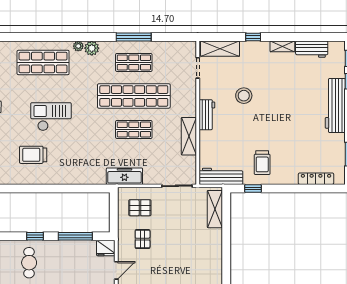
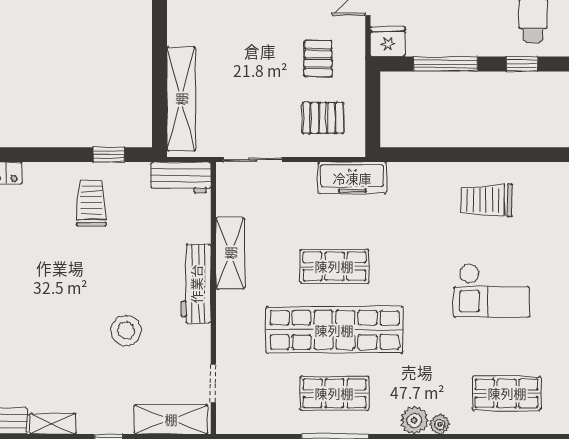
shop shelf: (43, 62) -> (507, 393), width x0.70, depth x0.74
workbench: (207, 115) -> (196, 284), width x1.37
trolley: (33, 155) -> (486, 200), moved, turned 180
workbench: (221, 176) -> (181, 178), width x0.73
shelving: (215, 209) -> (181, 99), width x1.47

